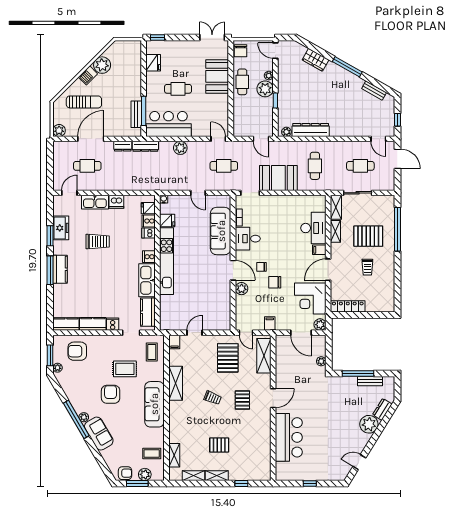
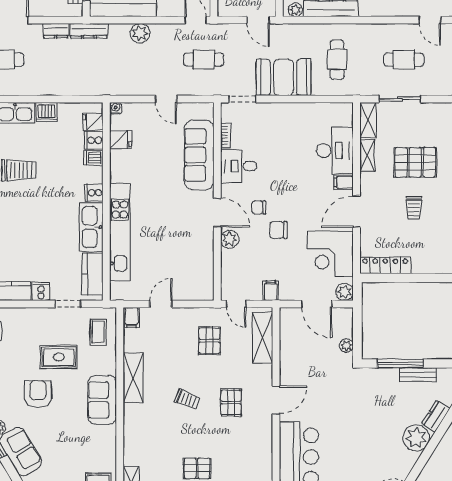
kitchen unit: (167, 261) -> (120, 232), moved
pallet: (228, 358) -> (209, 341), width x0.67, depth x0.71
sofa: (154, 404) -> (102, 400), width x0.73

